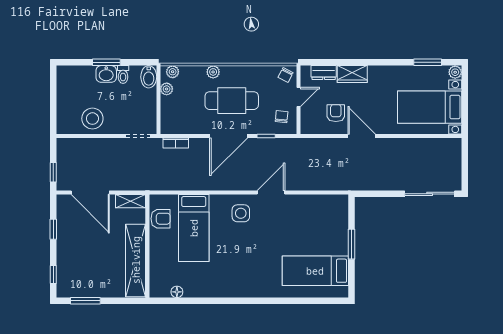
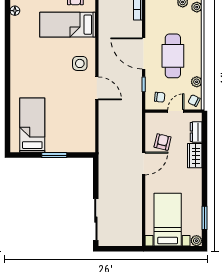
plant: (213, 72) -> (197, 82), moved
door: (298, 97) -> (176, 111), swing flipped
armchair: (336, 113) -> (163, 142), turned -77

